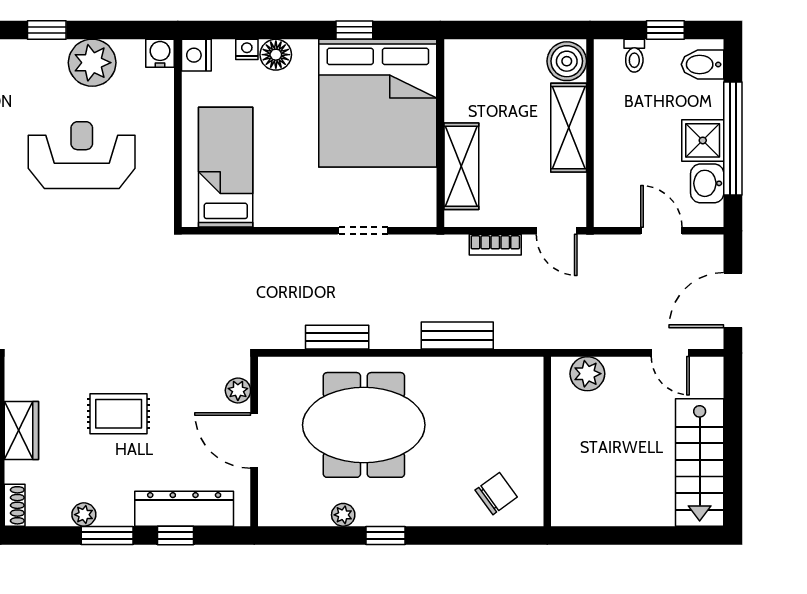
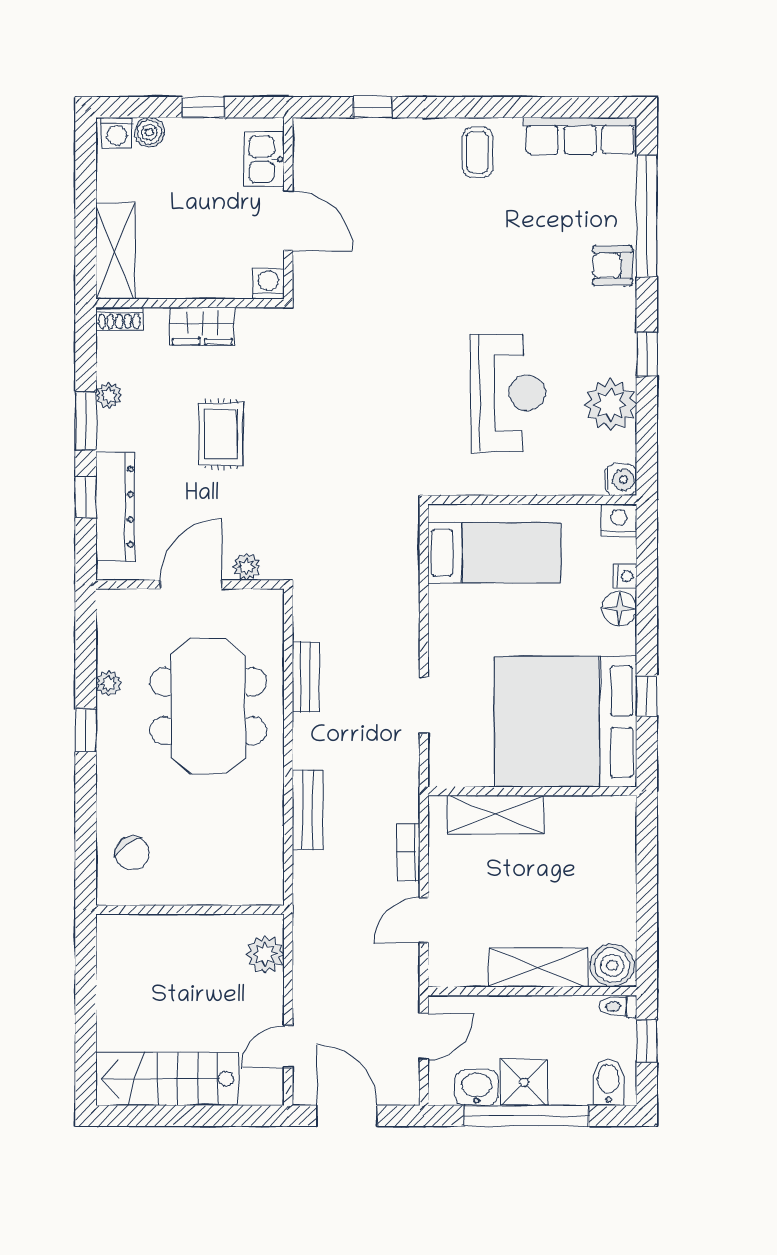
boiler: (567, 61) -> (612, 965), moved
shelving: (569, 128) -> (538, 967), moved
wall: (590, 133) -> (532, 991), moved

